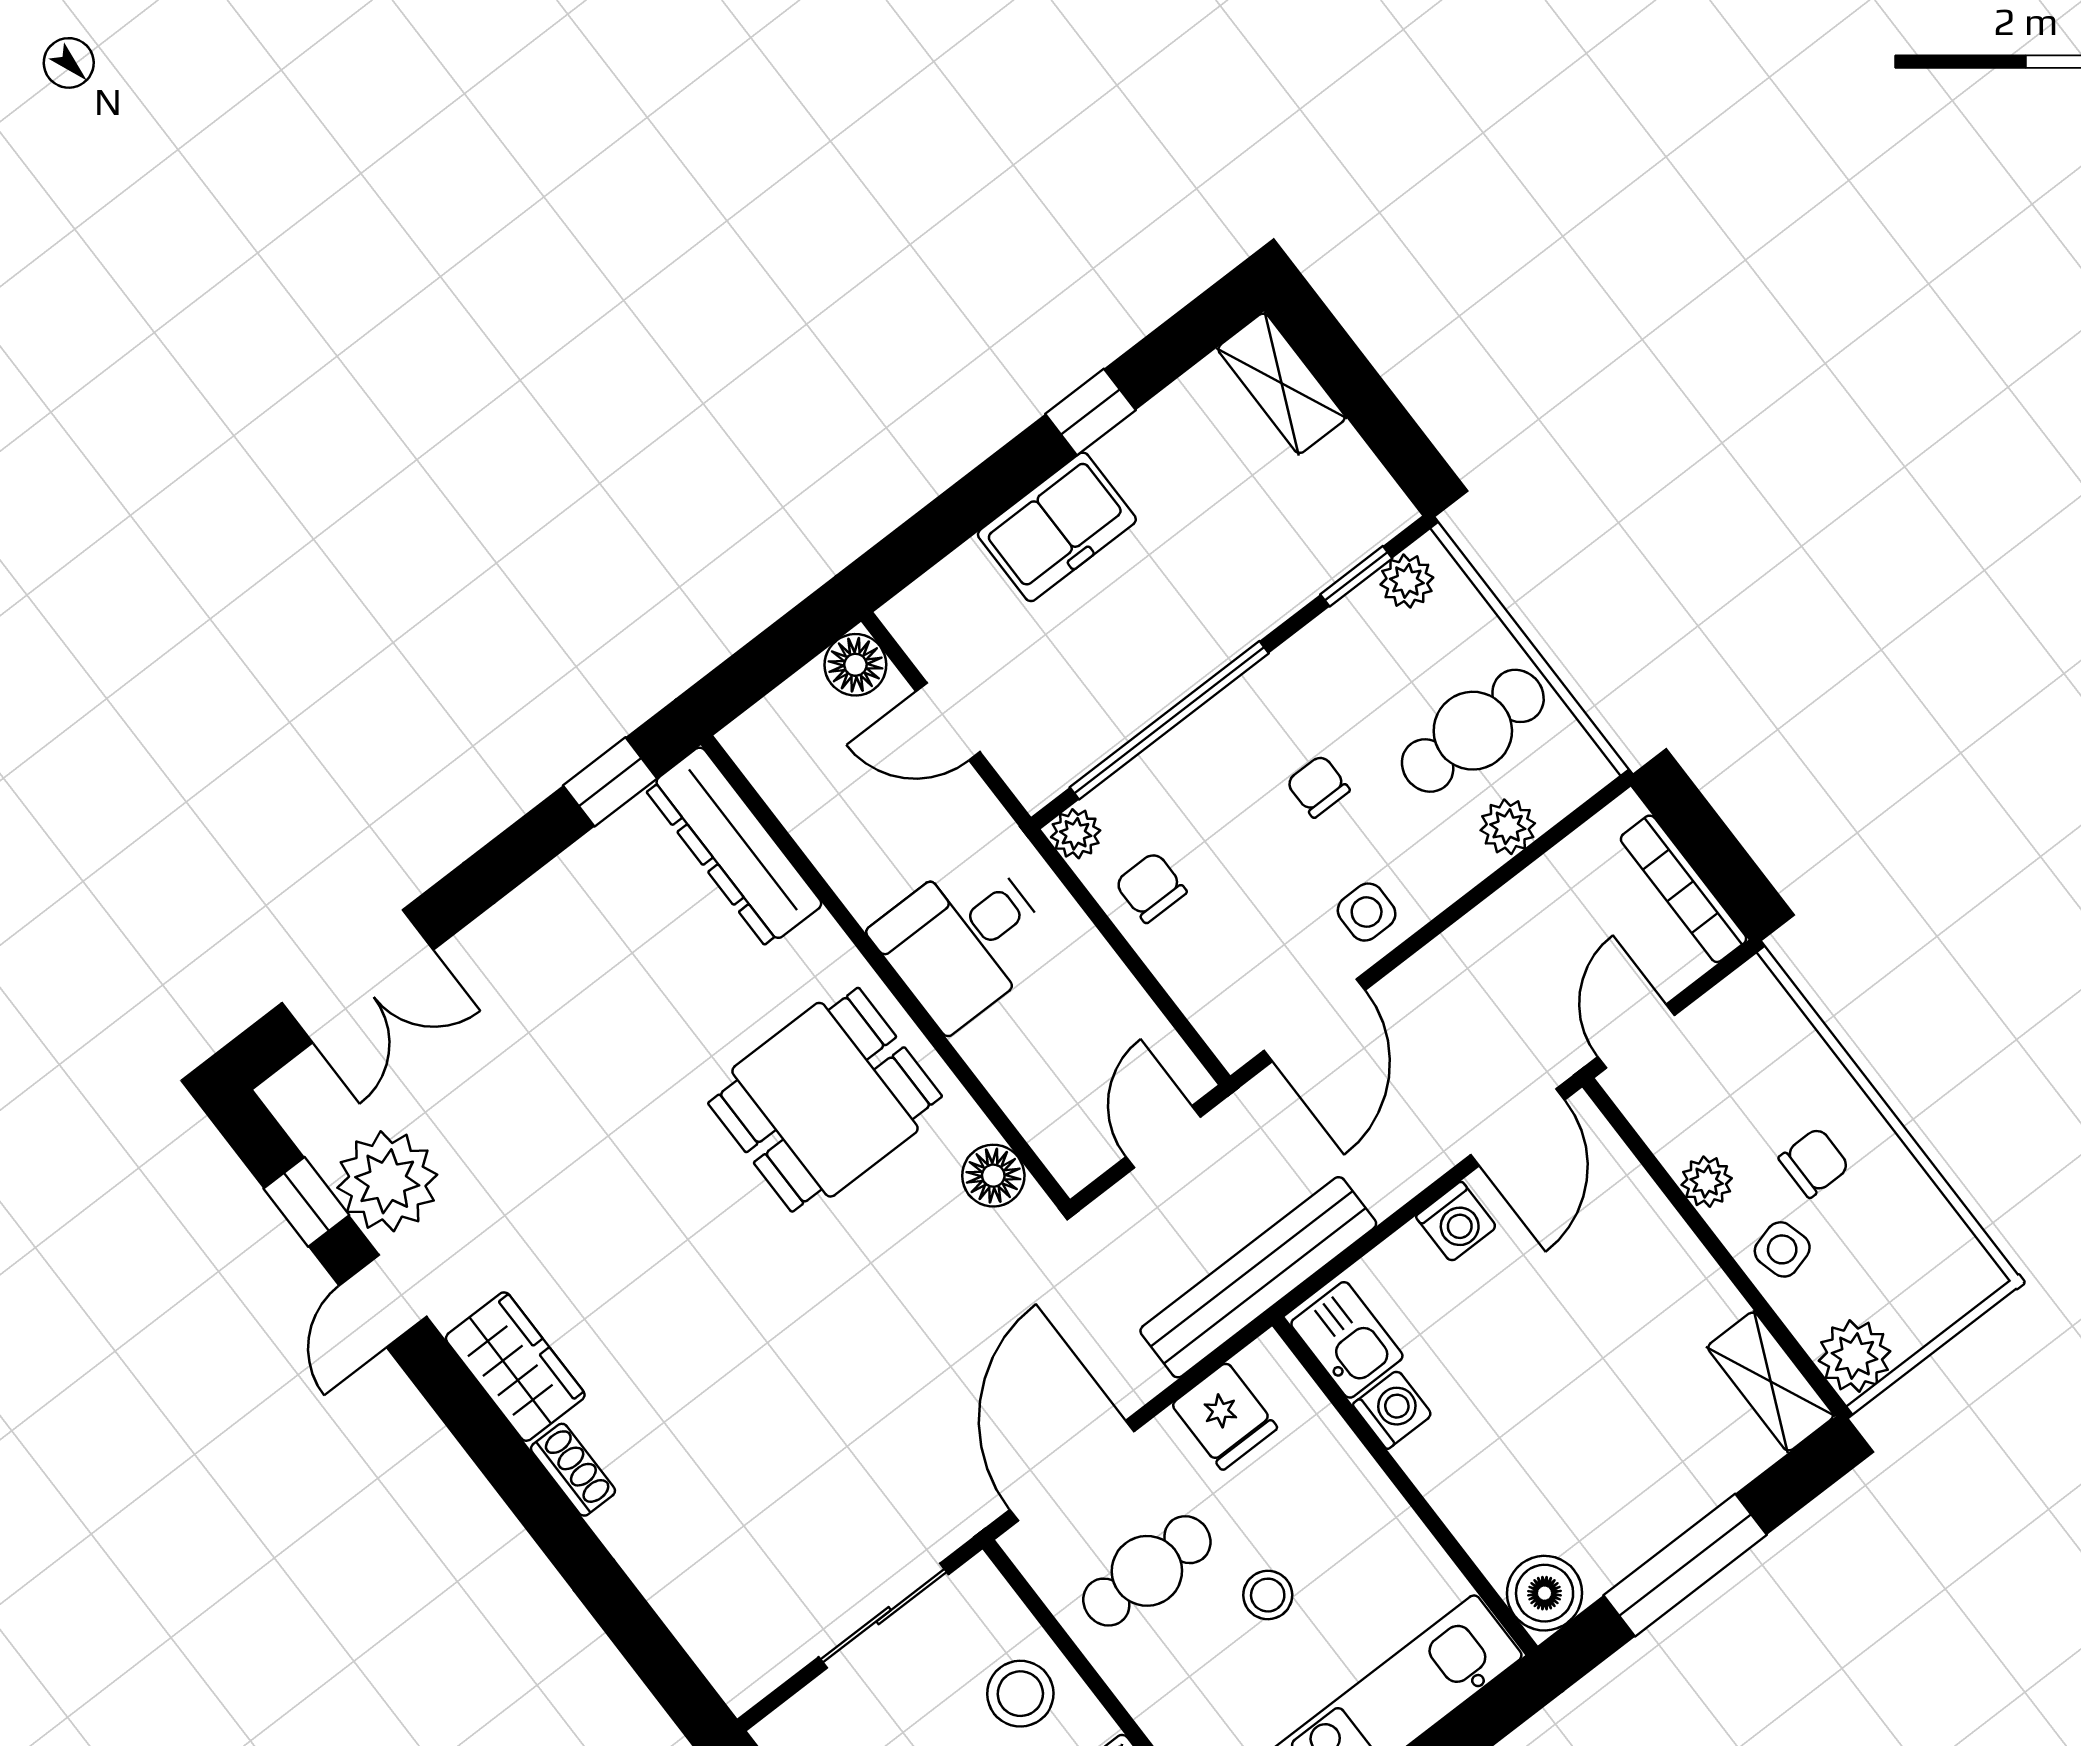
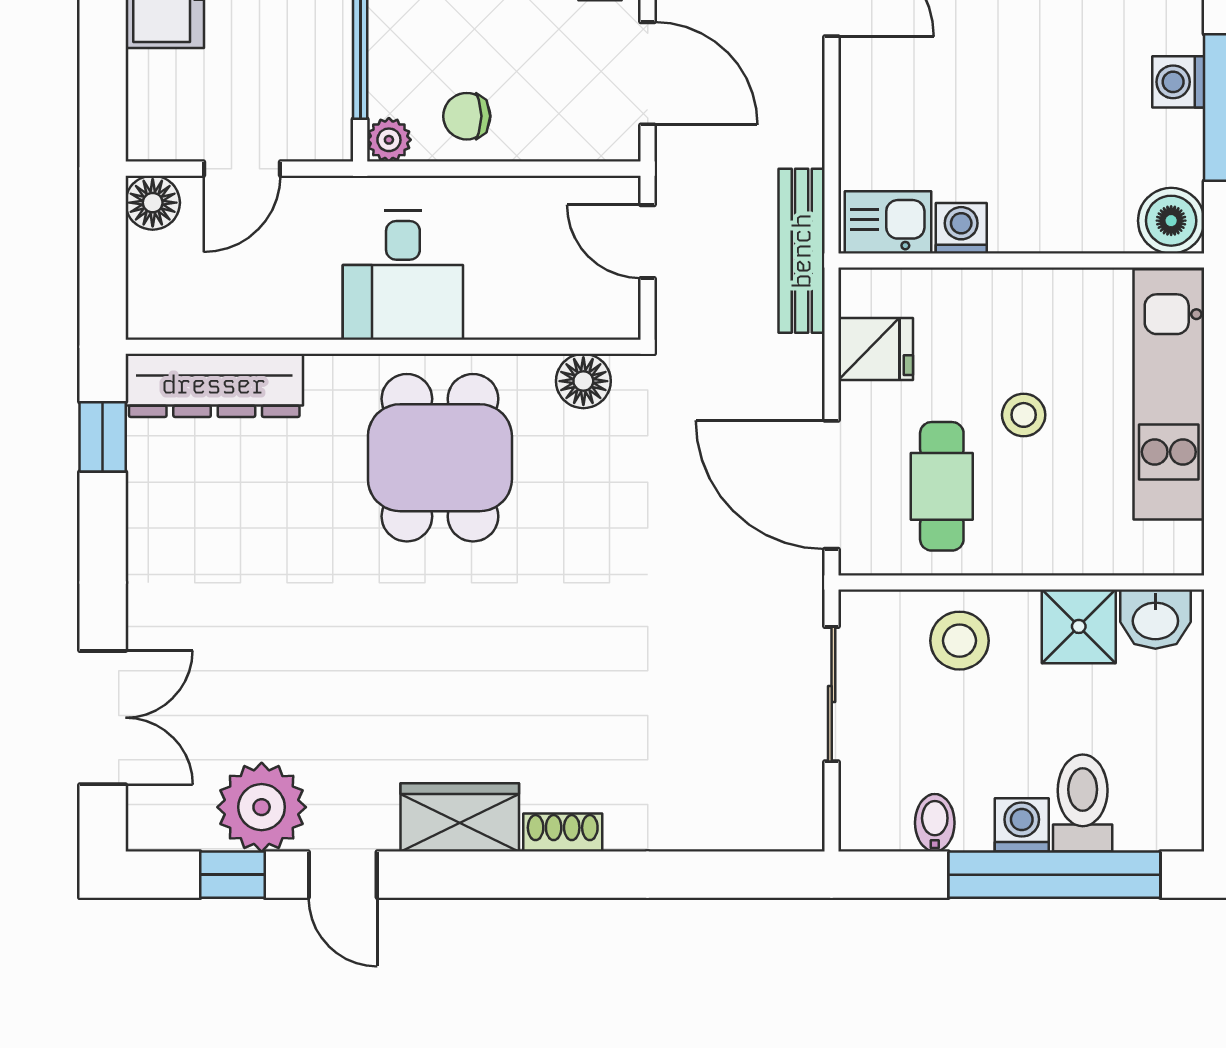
washing machine: (1456, 1222) -> (1178, 82), moved, turned 180
bench: (1258, 1277) -> (802, 251), width x0.73, depth x0.82

